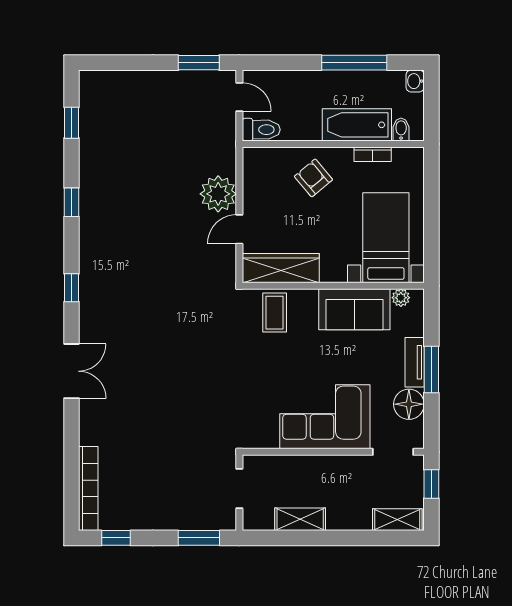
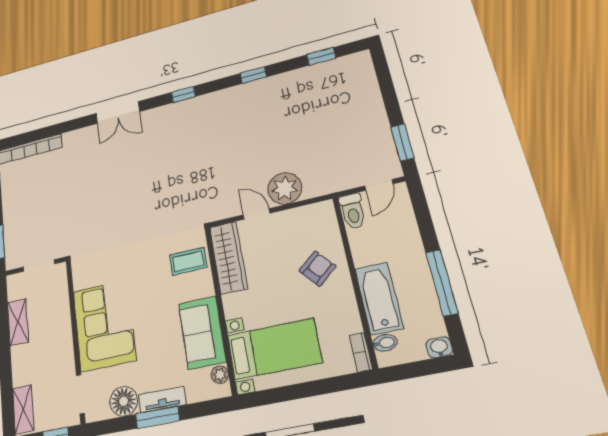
bookcase: (373, 154) -> (361, 352), moved

